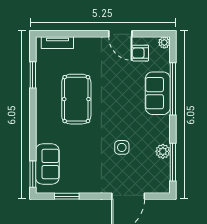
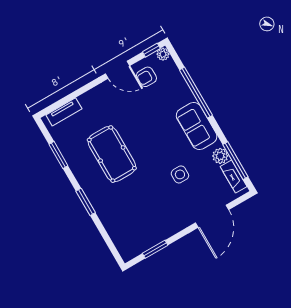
window: (157, 34) -> (151, 50), added
sofa: (158, 93) -> (197, 126), moved
sofa: (47, 164) -> (120, 230), removed
window: (33, 174) -> (86, 202), moved
fireplace: (164, 174) -> (234, 177), added

